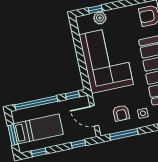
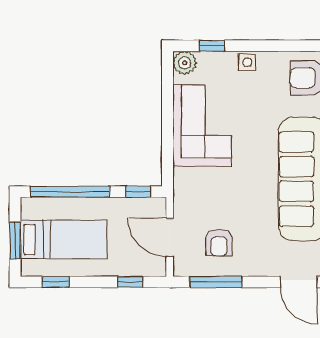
plant: (100, 18) -> (185, 63), moved
corner sofa: (106, 60) -> (202, 126), width x0.73, depth x0.74
side table: (143, 113) -> (247, 62), moved

